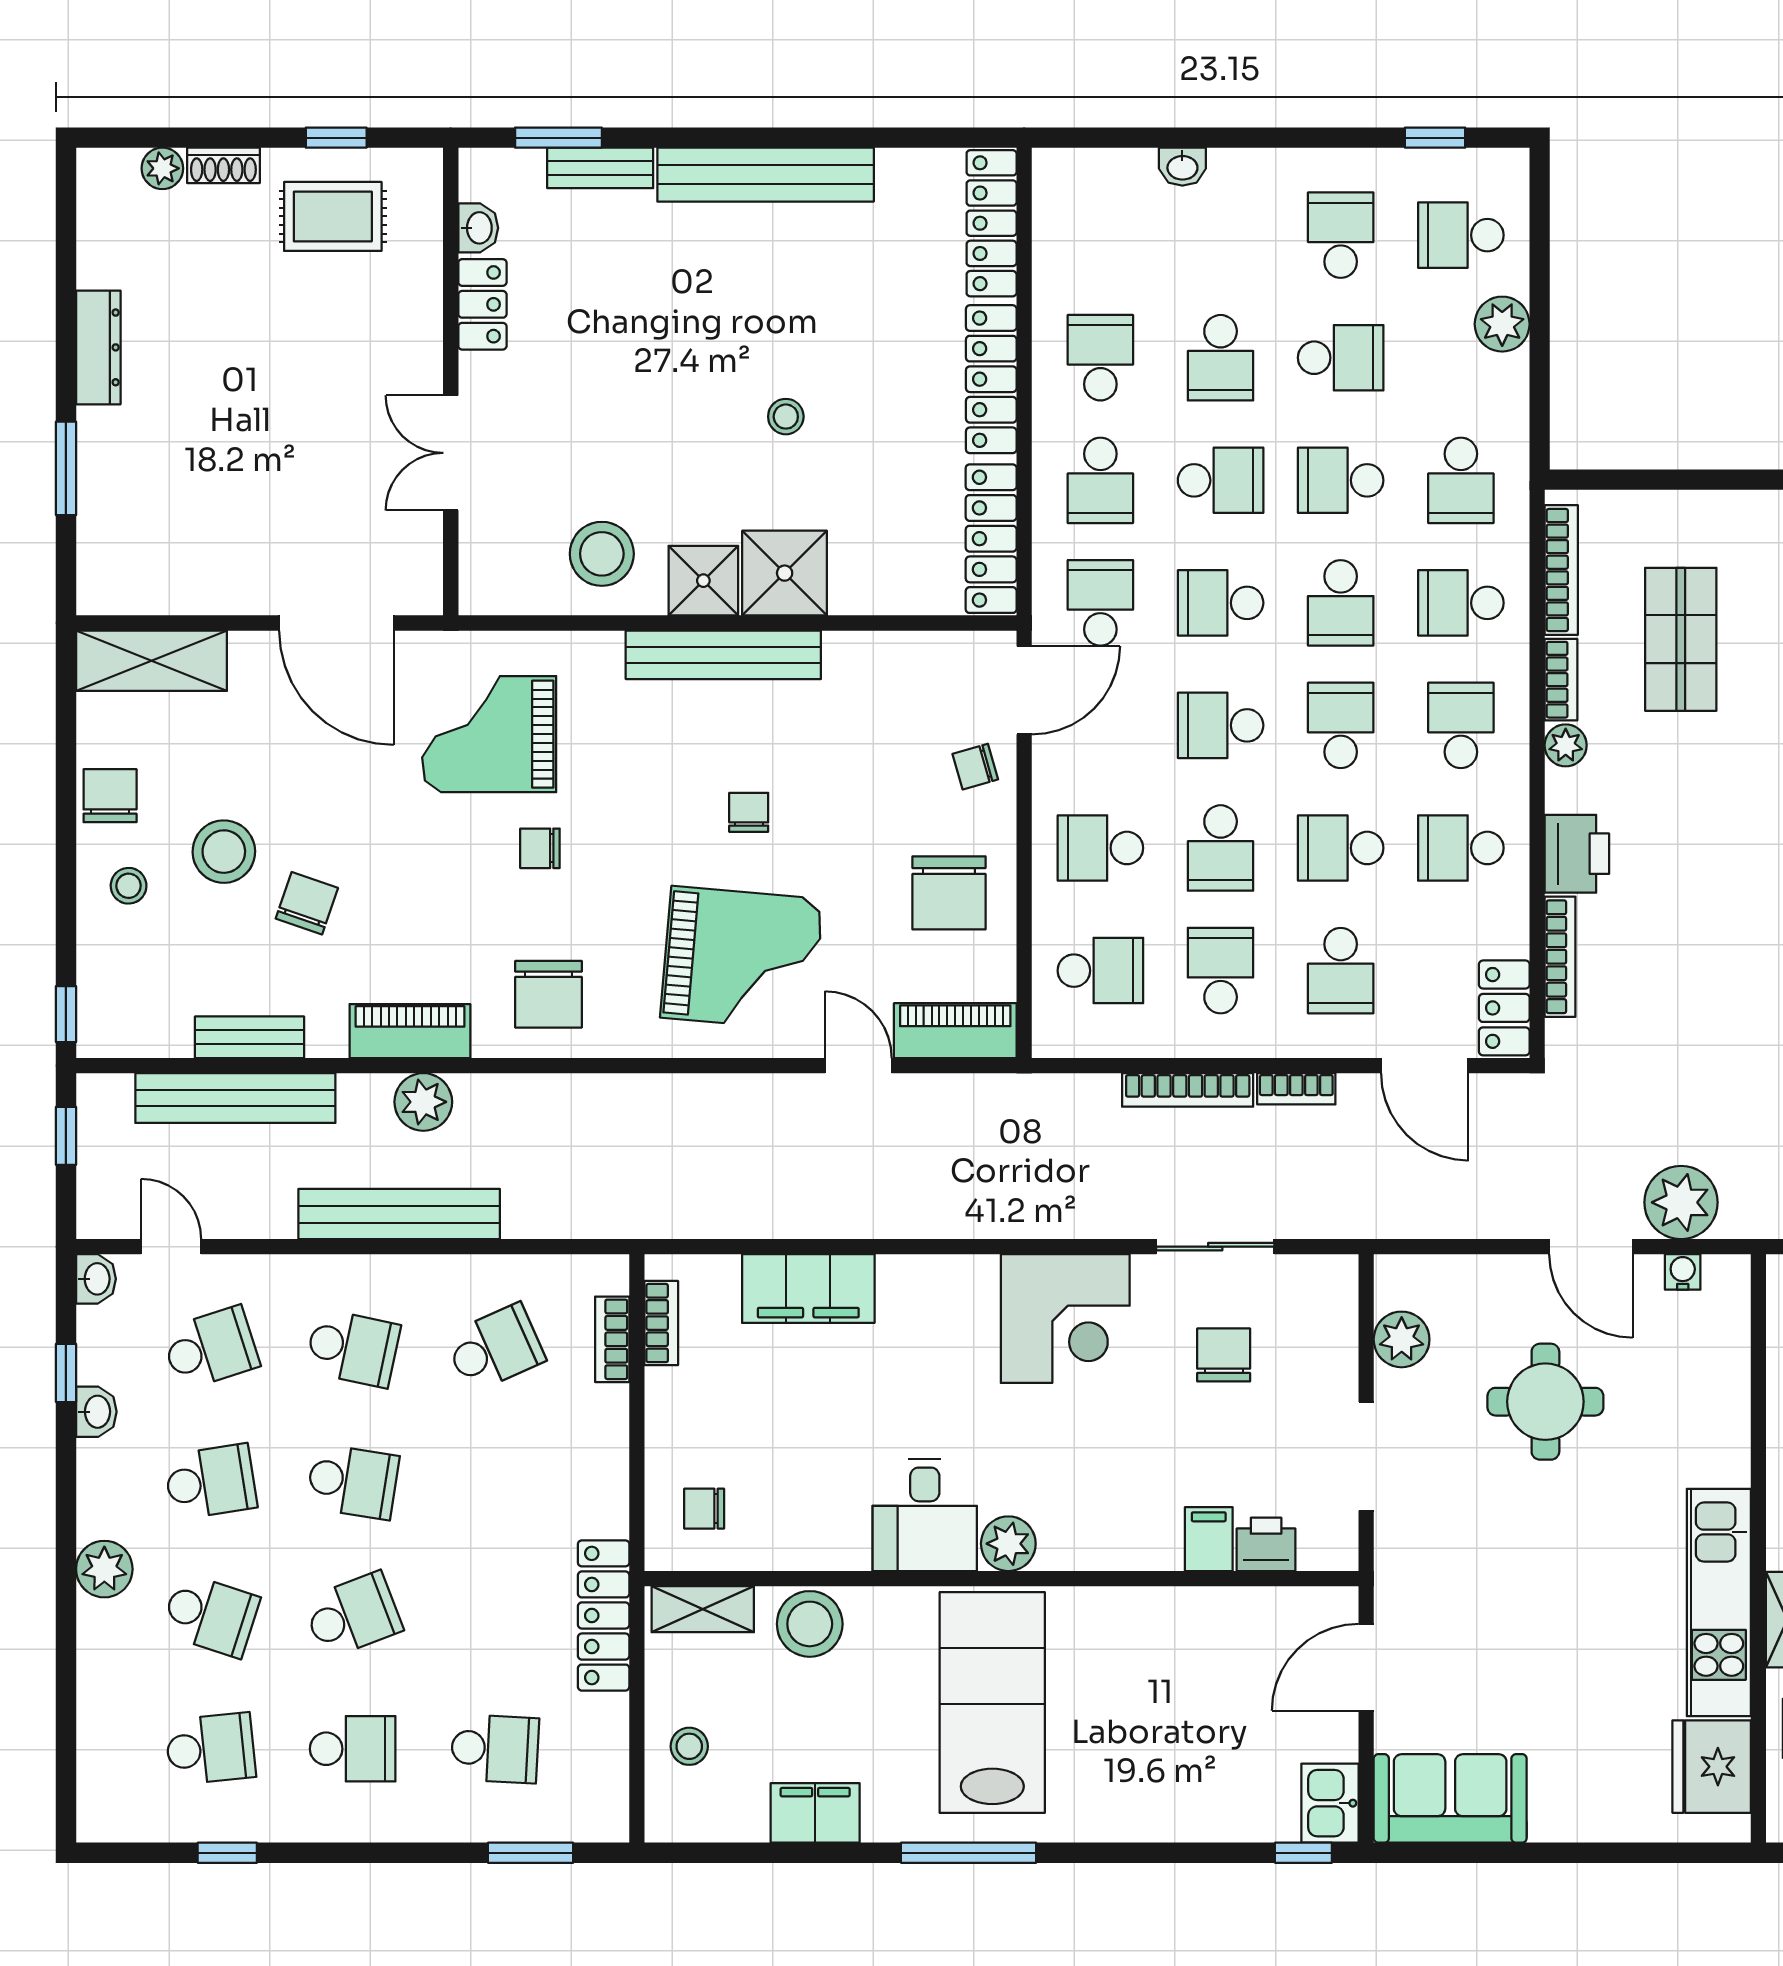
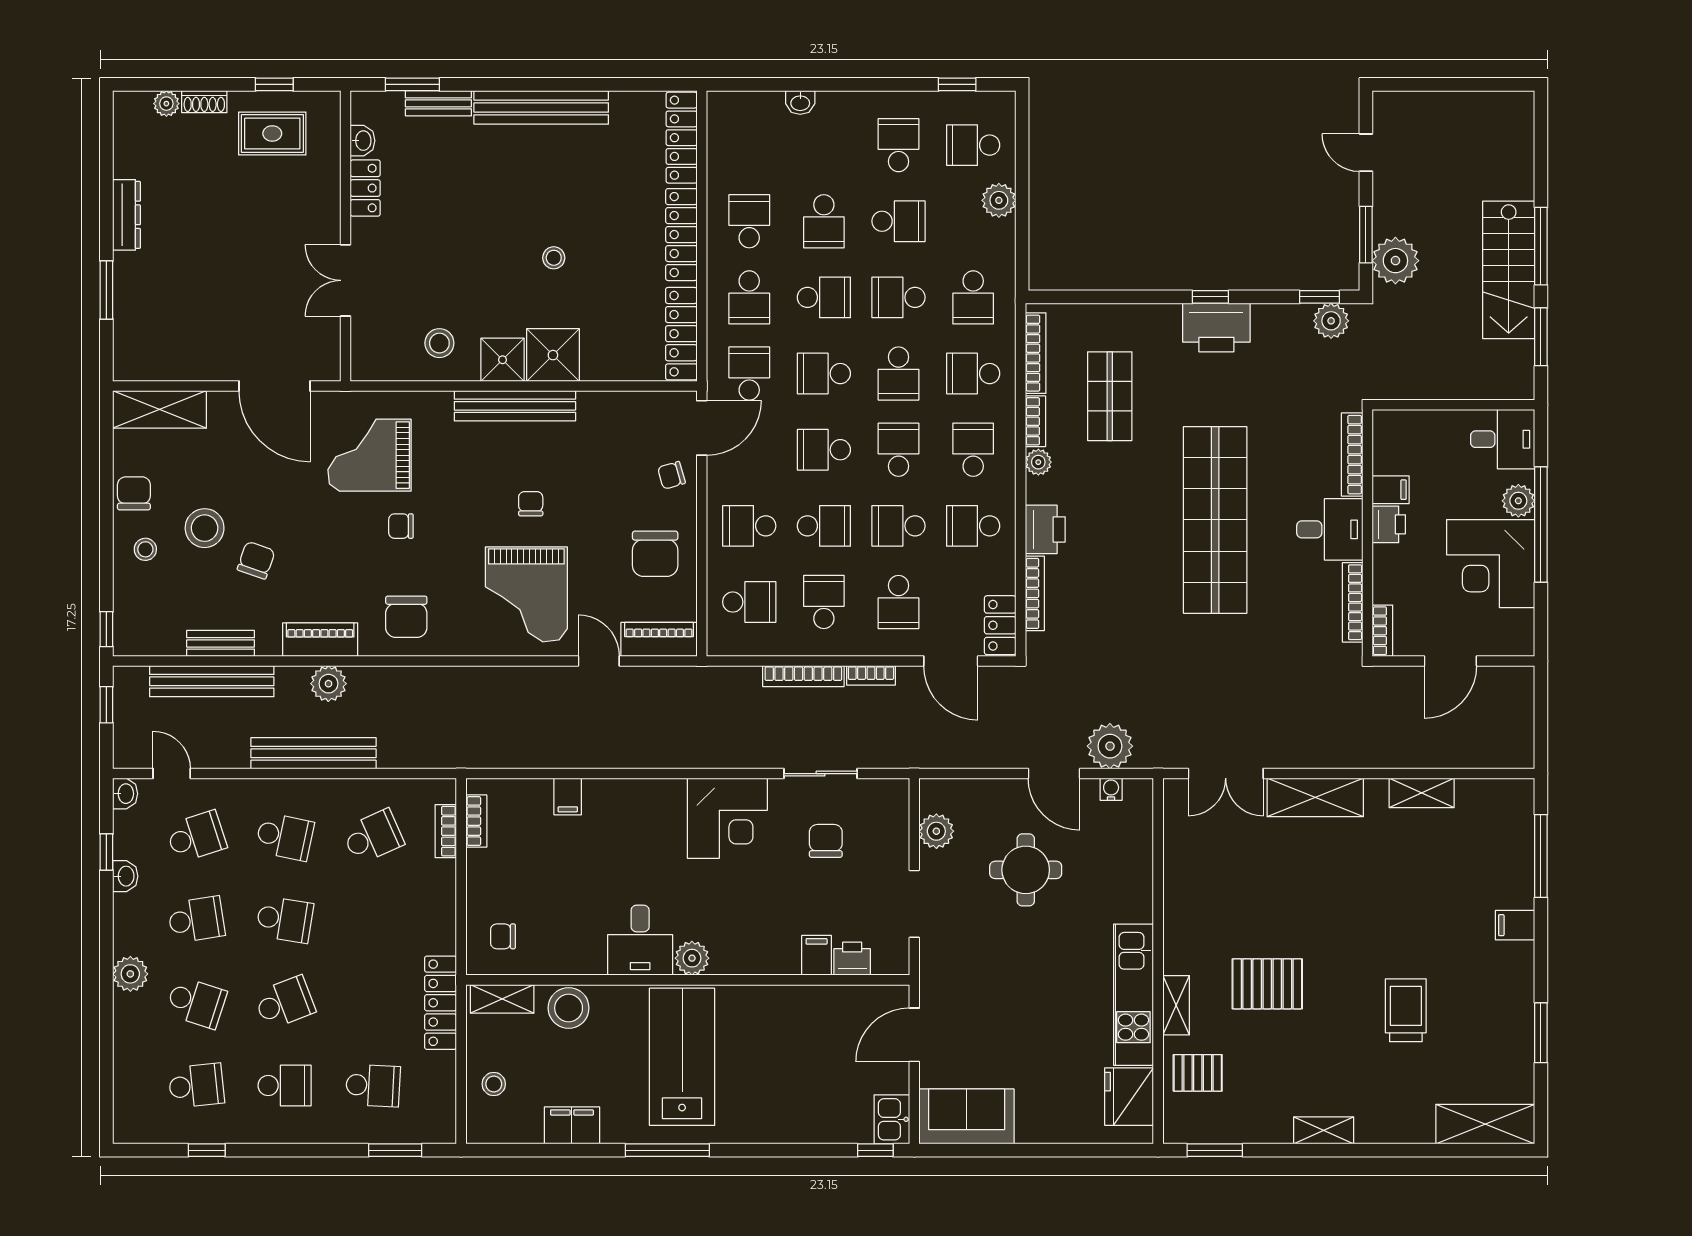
stool: (602, 554) -> (439, 343), width x0.73, depth x0.73
school desk: (1221, 848) -> (824, 526), turned -90
grand piano: (742, 958) -> (526, 594), turned 85
filing cabinet: (808, 1289) -> (568, 797), width x0.33, depth x0.86

